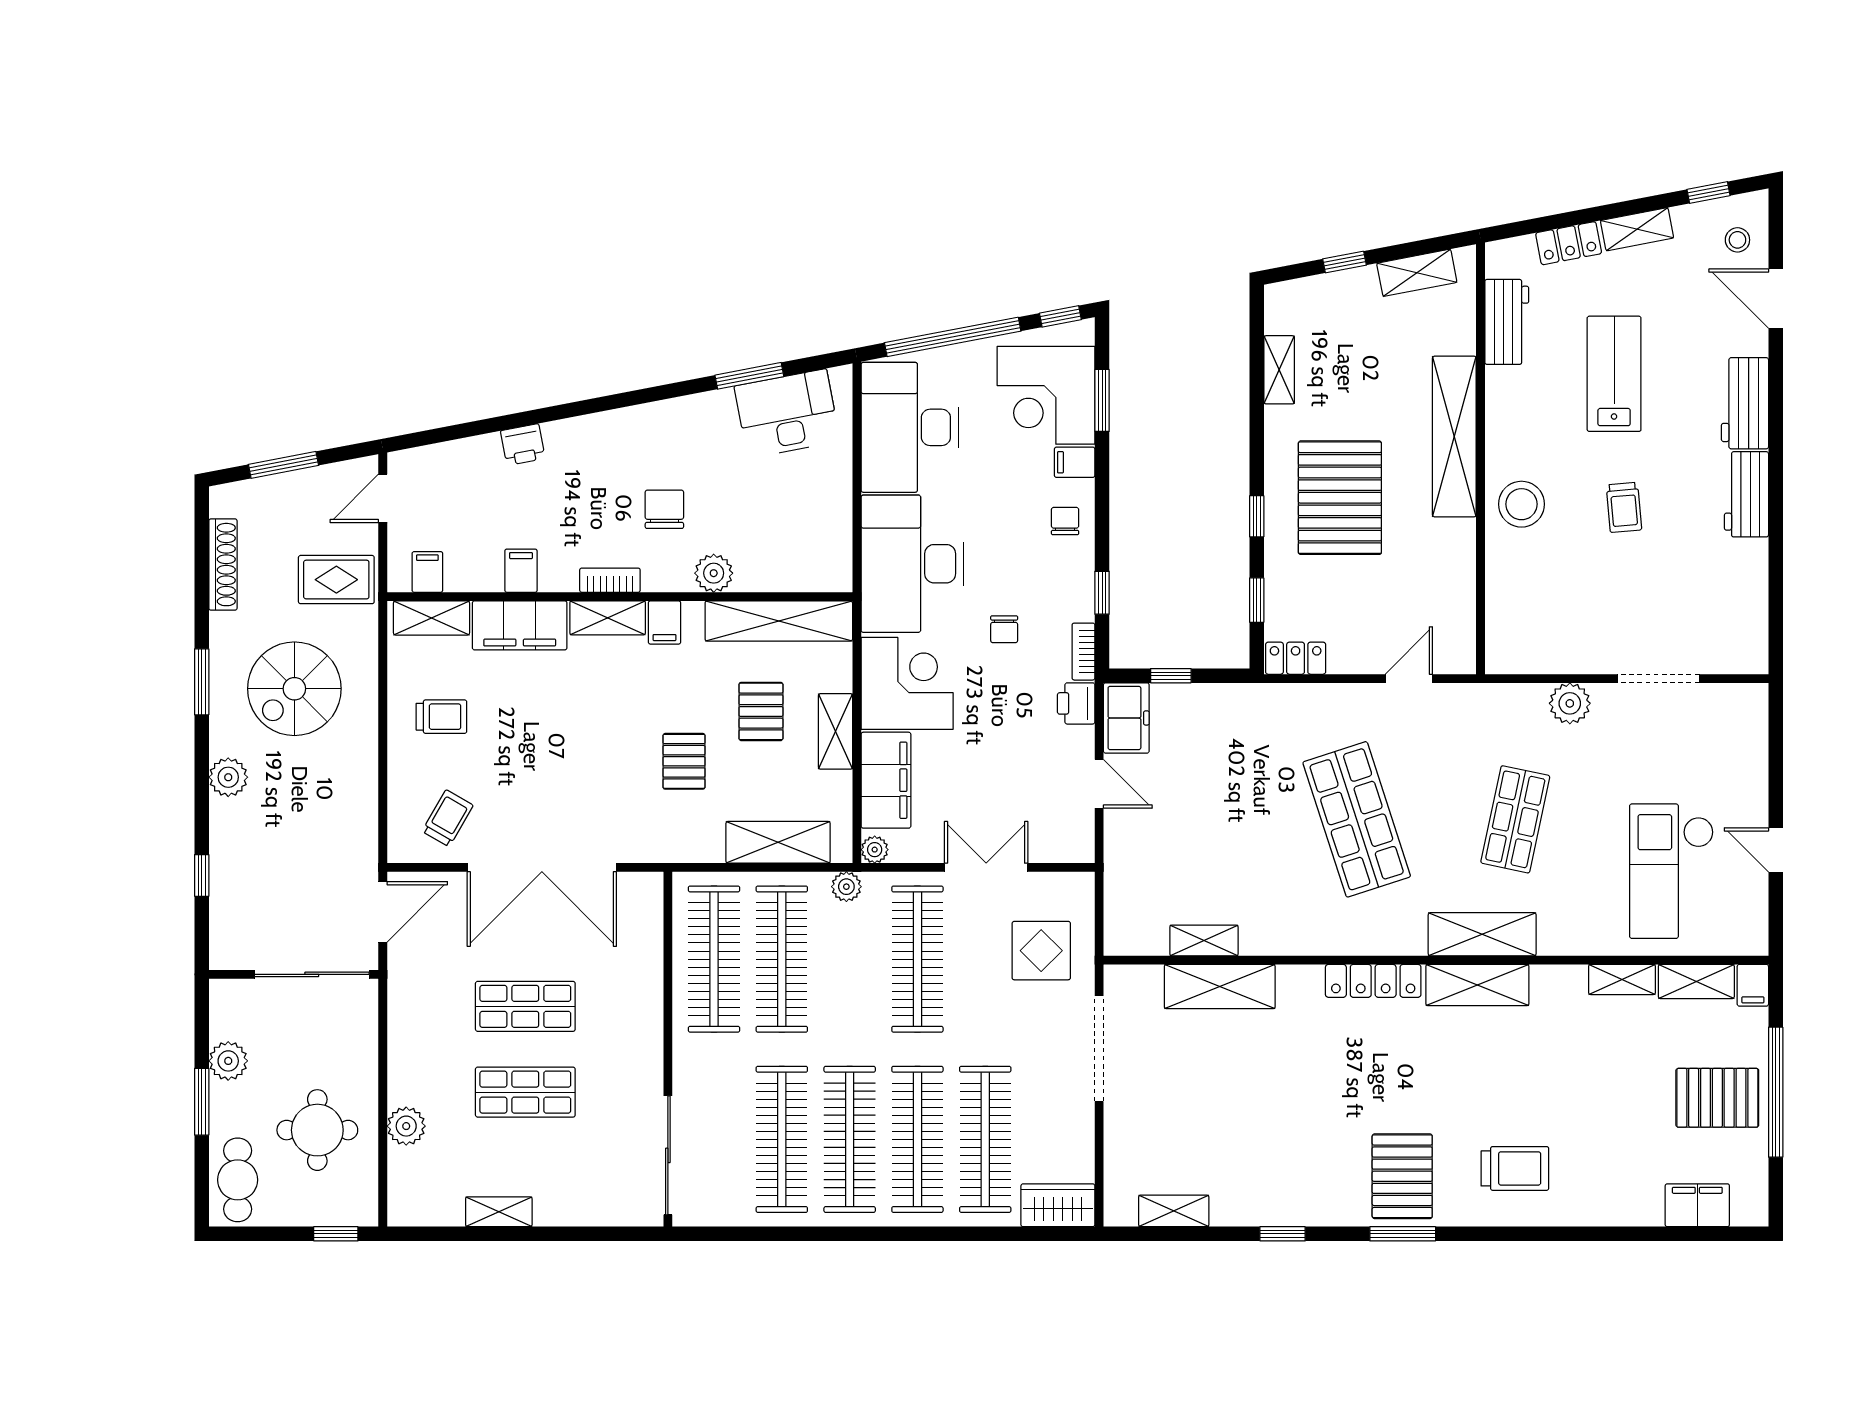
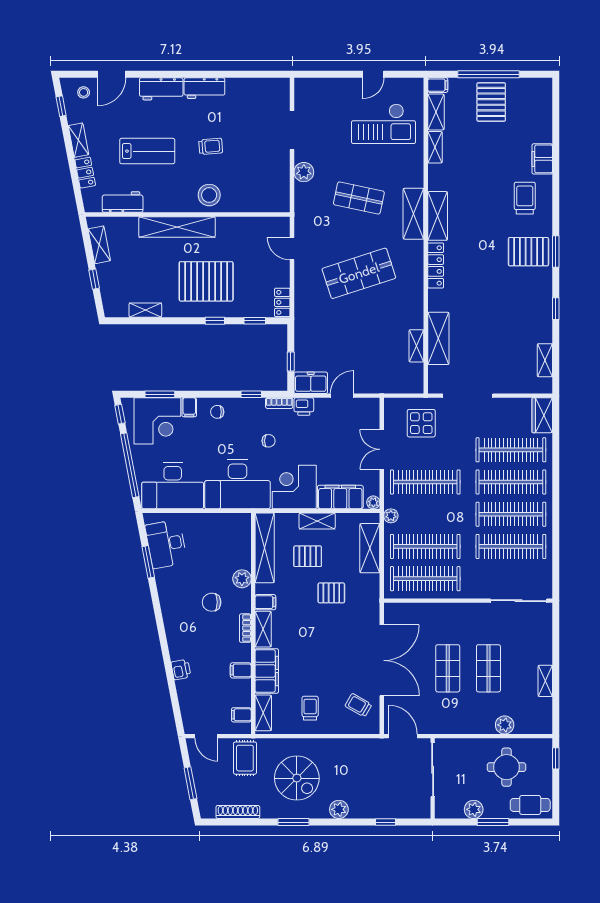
lab bench: (1614, 374) -> (147, 151), turned 180
filing cabinet: (1697, 1205) -> (542, 159), moved

